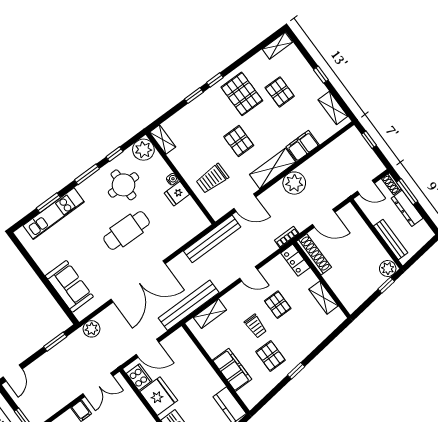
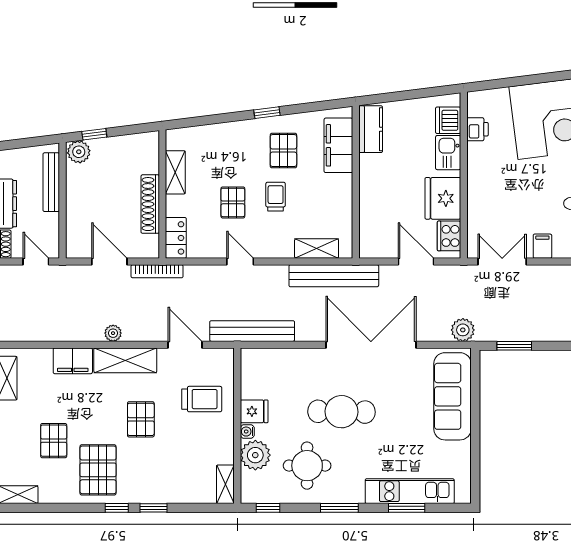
plant: (143, 150) -> (255, 455), moved
window: (114, 154) -> (268, 508), moved
plant: (294, 183) -> (113, 333), width x0.53, depth x0.53
bookcase: (287, 237) -> (157, 271), width x1.56
shoe rack: (314, 254) -> (150, 204), moved
sofa: (69, 286) -> (452, 396), width x1.36
filing cabinet: (232, 370) -> (338, 145), moved

